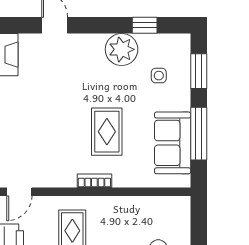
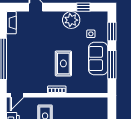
sofa: (173, 143) -> (98, 59), moved

